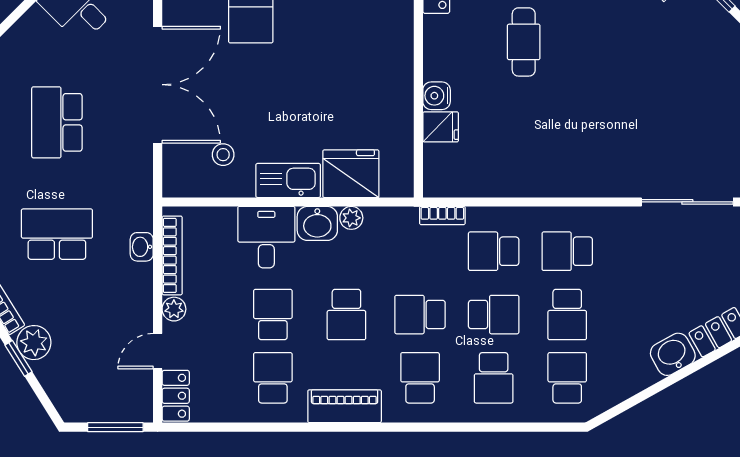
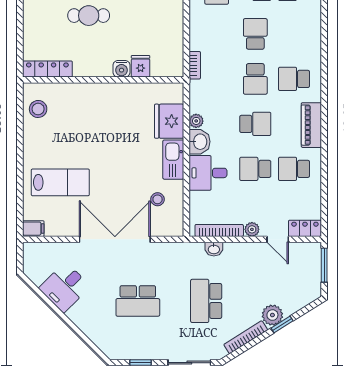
school desk: (494, 251) -> (217, 34), removed
school desk: (494, 378) -> (294, 34), removed

